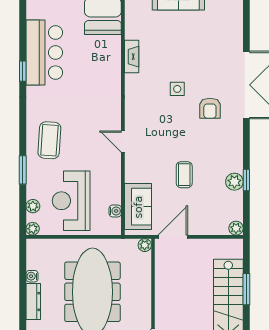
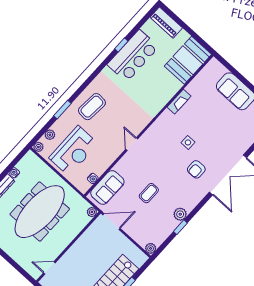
window: (23, 71) -> (121, 45), moved
plant: (234, 182) -> (180, 214), moved
reception desk: (71, 201) -> (74, 151), turned 180

